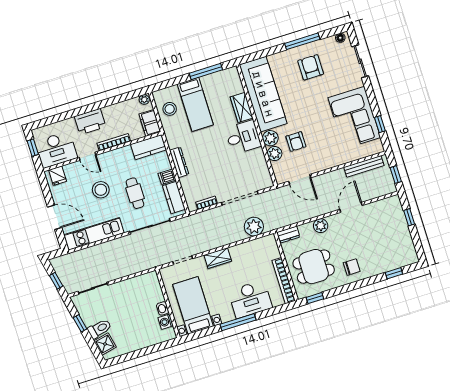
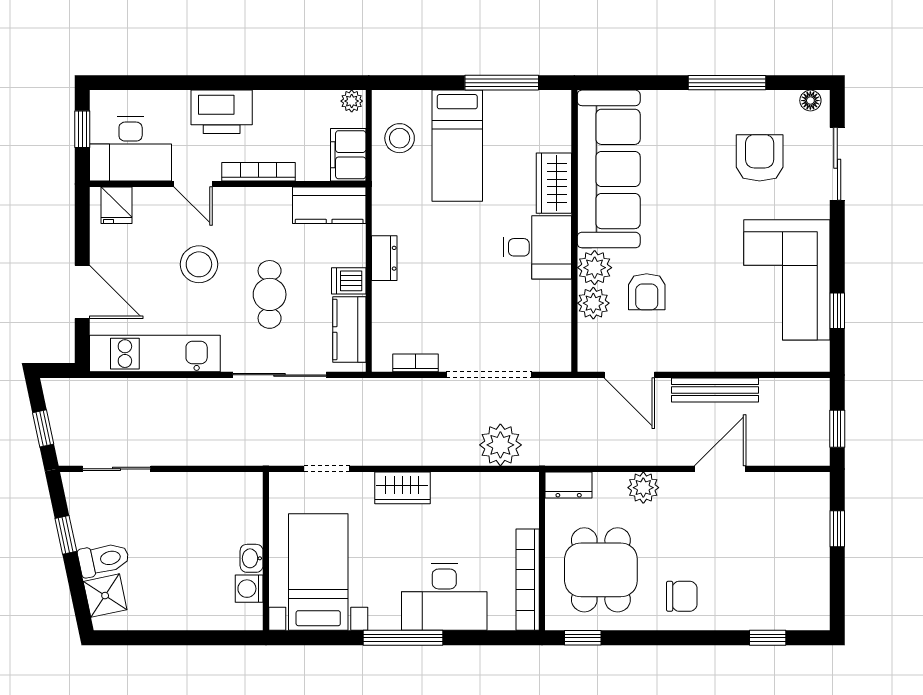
armchair: (311, 67) -> (760, 158), moved
dresser: (179, 162) -> (384, 258), width x0.70
bench: (364, 166) -> (715, 390), moved
dining table: (314, 267) -> (601, 570), turned 90

